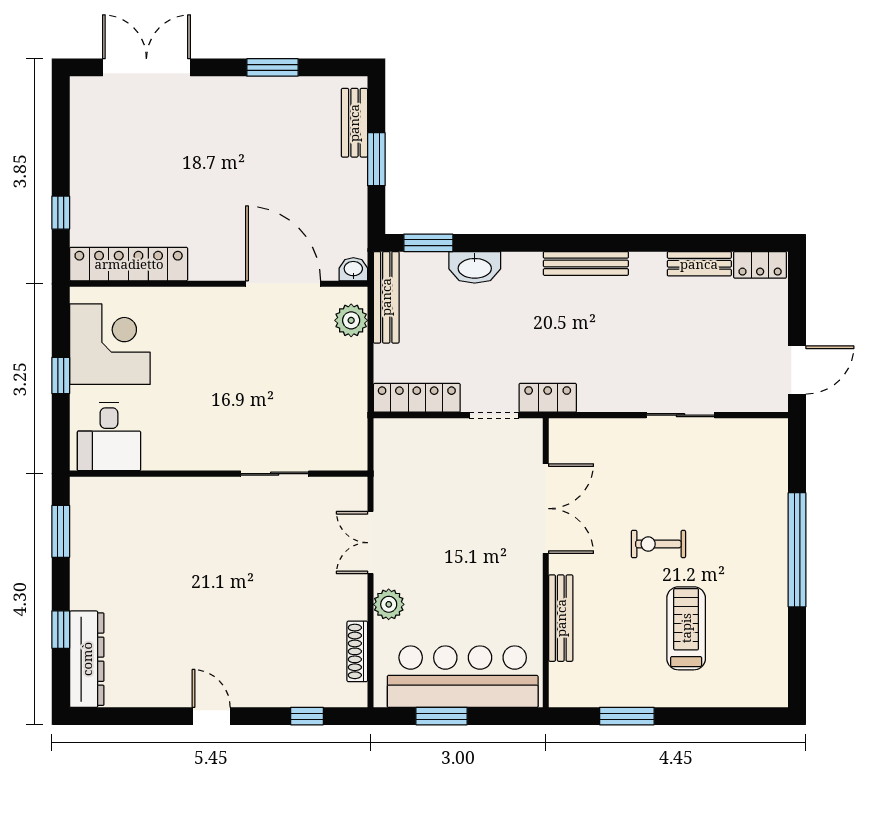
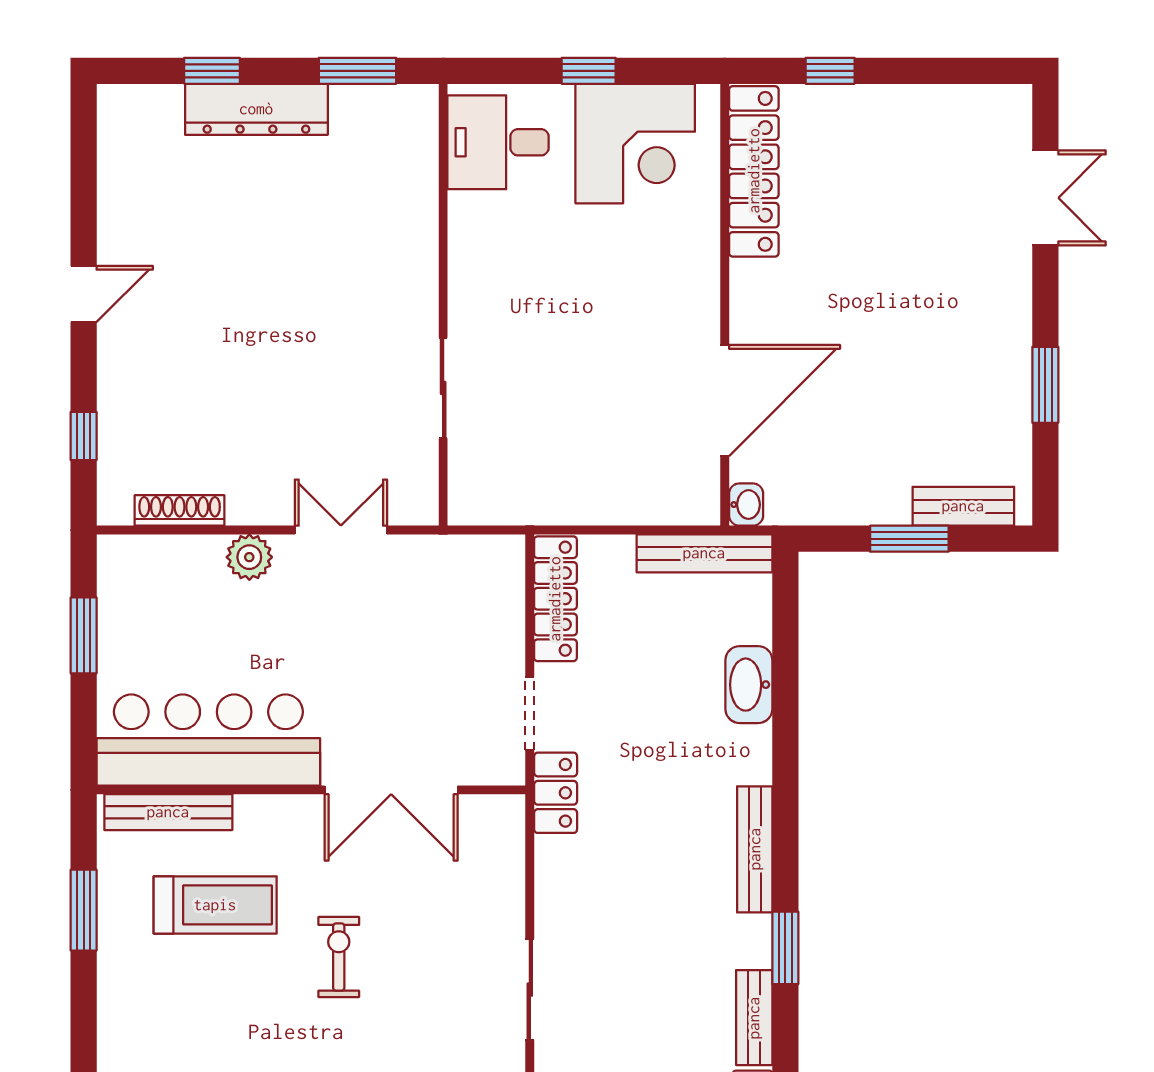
double door: (146, 67) -> (1045, 198), width x0.73
window: (428, 243) -> (785, 948), moved
plant: (351, 320) -> (670, 501), removed
bench: (561, 618) -> (168, 812), moved
treadmill: (686, 628) -> (215, 905), moved
dresser: (87, 659) -> (256, 109), moved
bar counter: (463, 677) -> (208, 740), moved, turned -90

